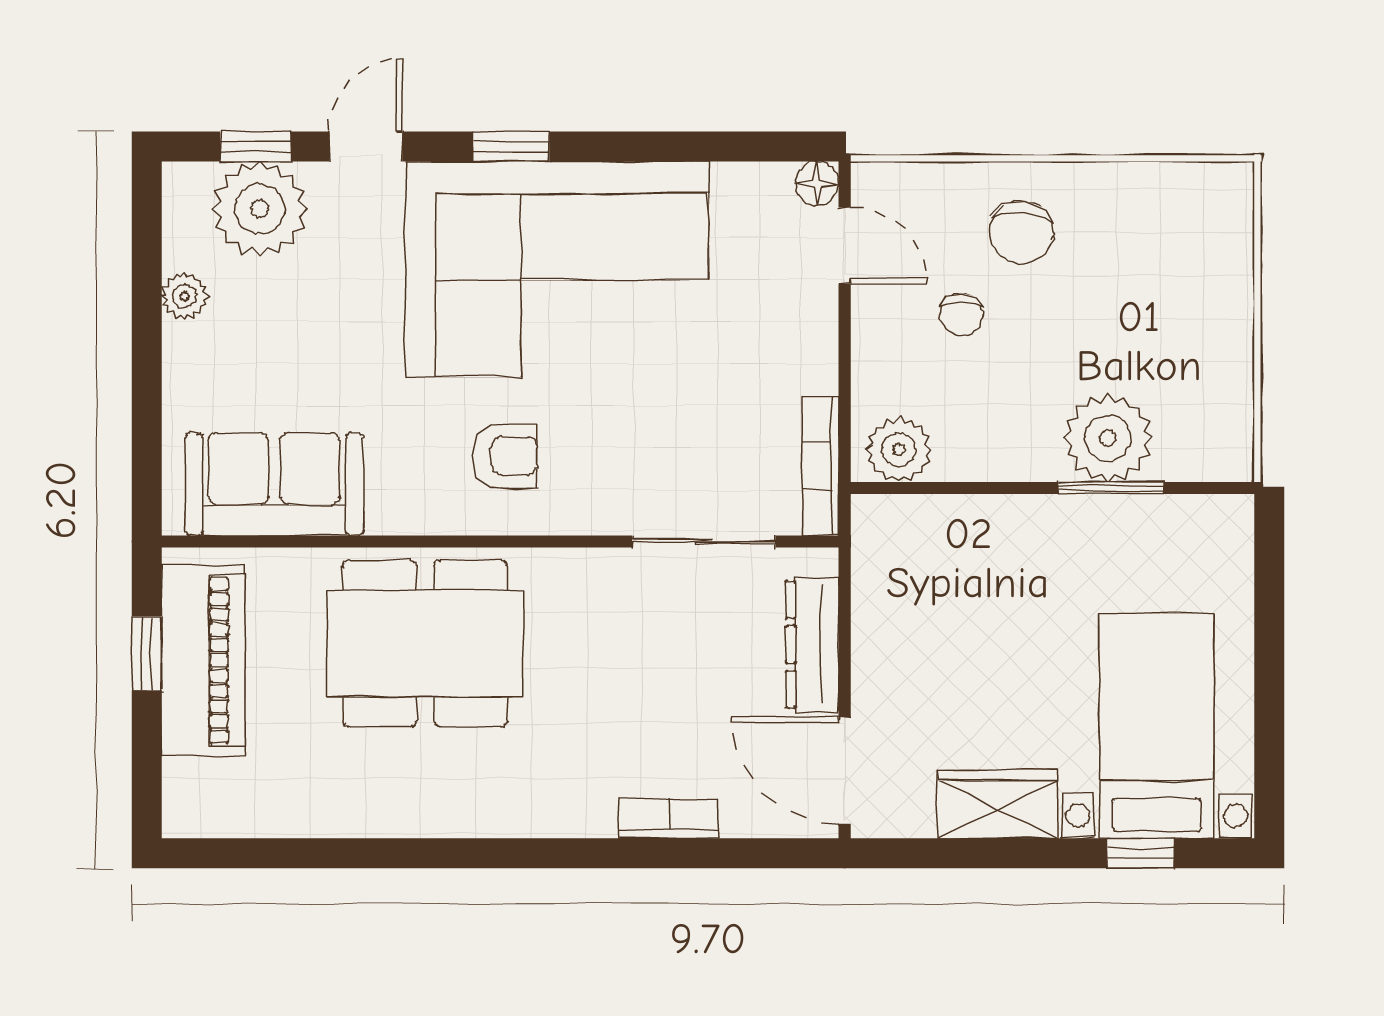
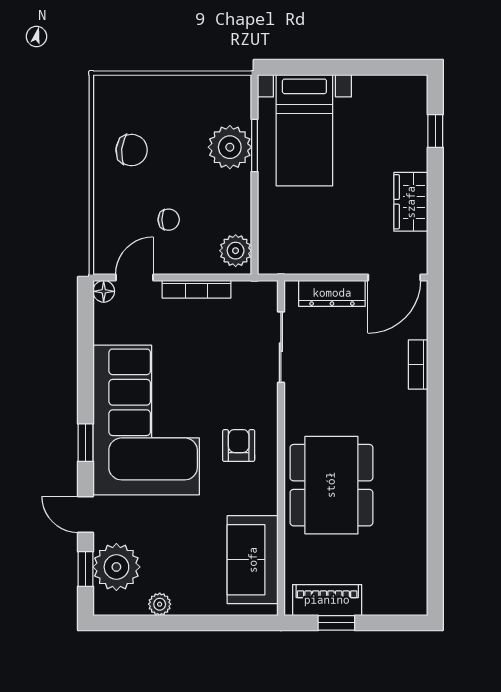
chair: (1022, 232) -> (132, 150), moved
bookcase: (821, 466) -> (196, 289), moved
piano: (203, 660) -> (327, 600), width x0.73, depth x0.75
bed with nightstands: (1157, 726) -> (304, 130), moved, turned -90

